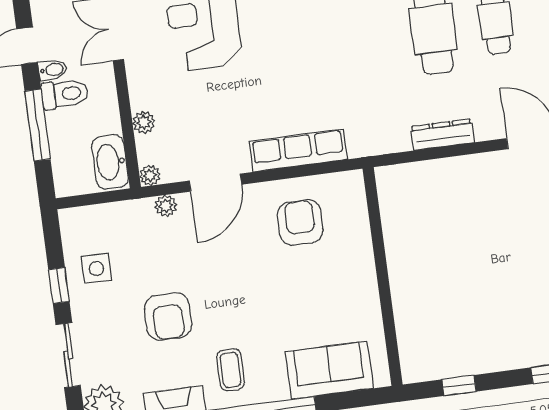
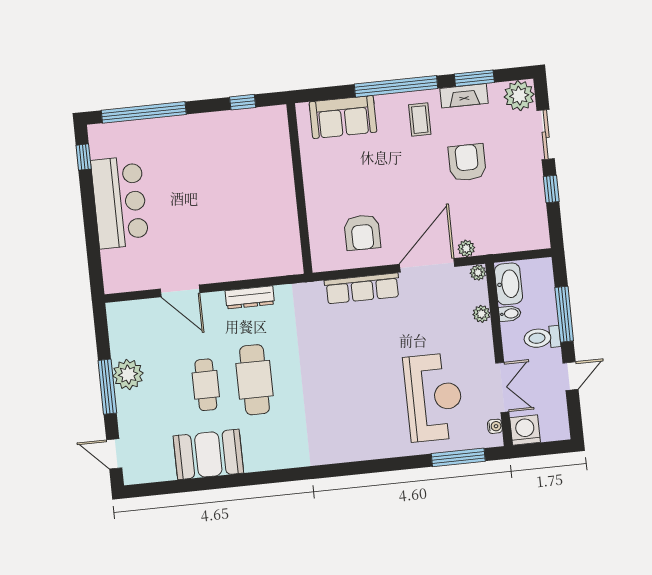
bidet: (53, 70) -> (510, 314), moved, turned 180
door: (216, 183) -> (427, 265), width x1.36
side table: (96, 268) -> (522, 201), removed

